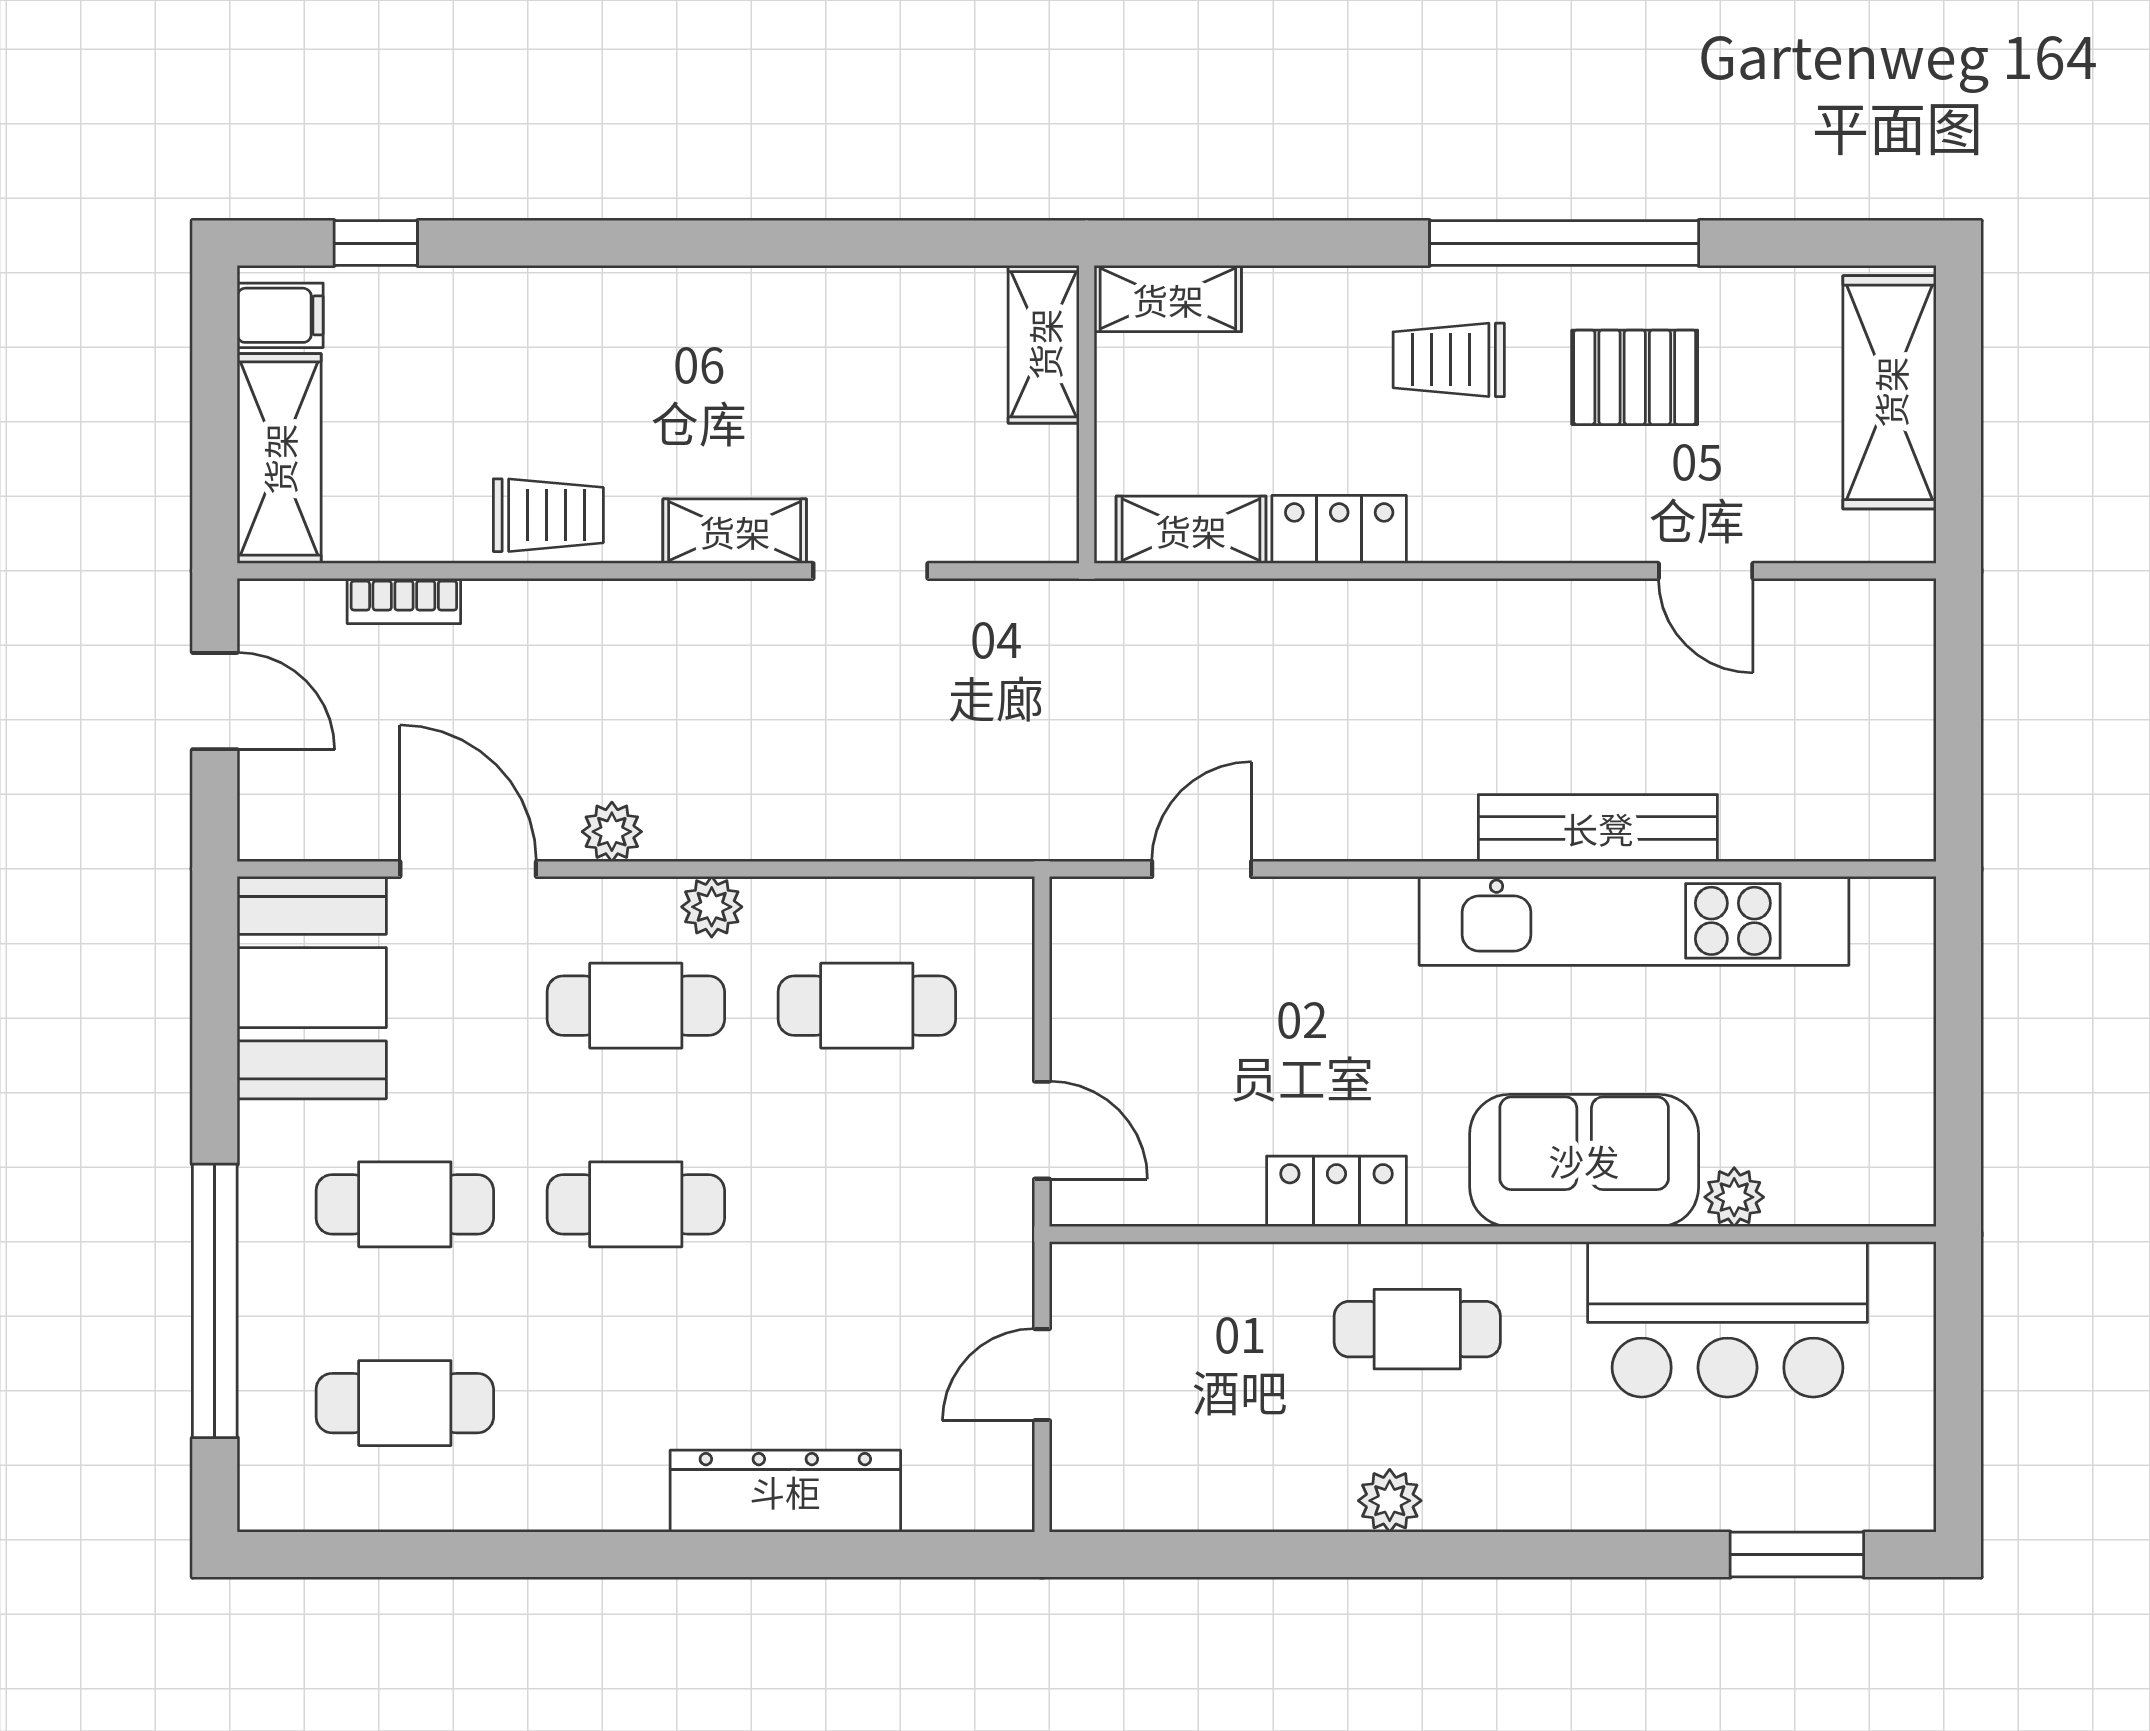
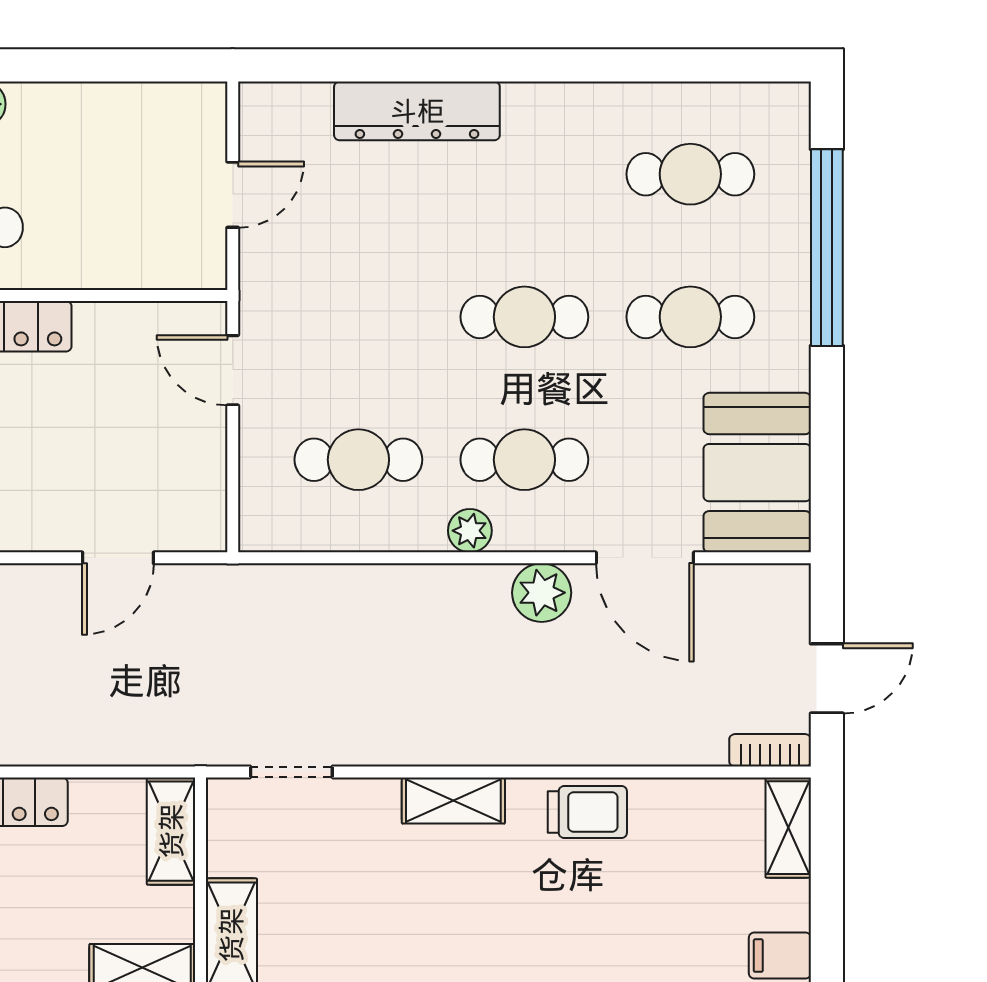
shelving: (279, 459) -> (788, 828), width x0.67, depth x0.75
trolley: (548, 515) -> (587, 812), turned 180
shelving: (1191, 530) -> (171, 831), moved, turned 90
doorway: (870, 571) -> (291, 772), moved
bookcase: (404, 601) -> (770, 750), moved
door: (215, 701) -> (827, 678), swing flipped
plant: (612, 832) -> (542, 593), width x1.38, depth x1.38

